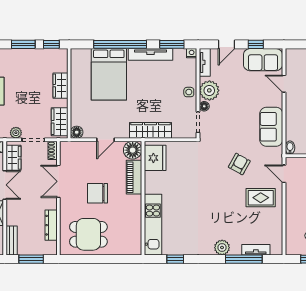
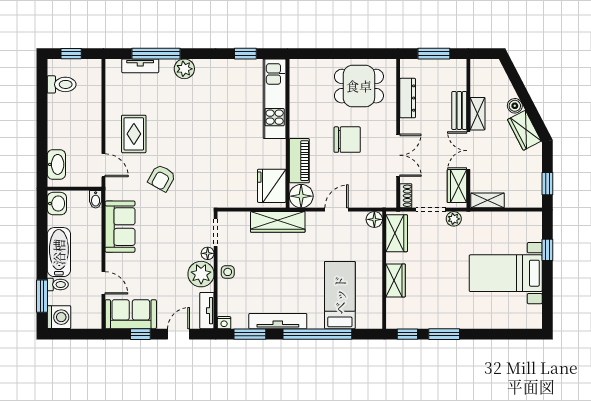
bed: (109, 74) -> (340, 295), width x0.67
rug: (261, 198) -> (134, 134), turned 90
bench: (12, 241) -> (459, 110), moved

